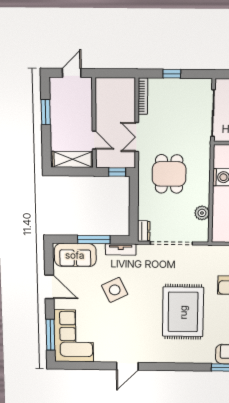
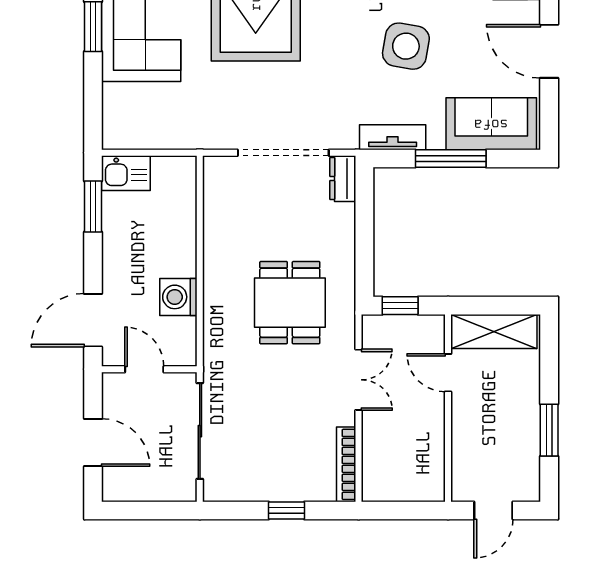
plant: (202, 213) -> (219, 219), removed
side table: (115, 290) -> (406, 46), turned 36

